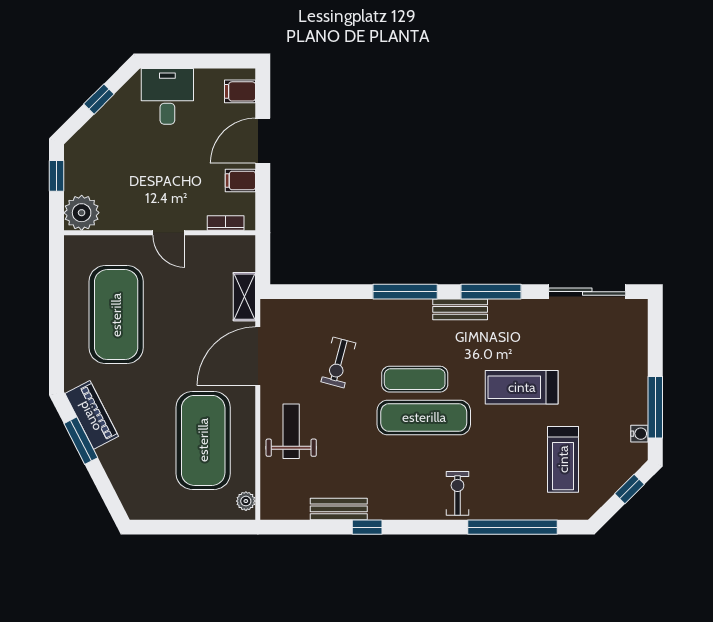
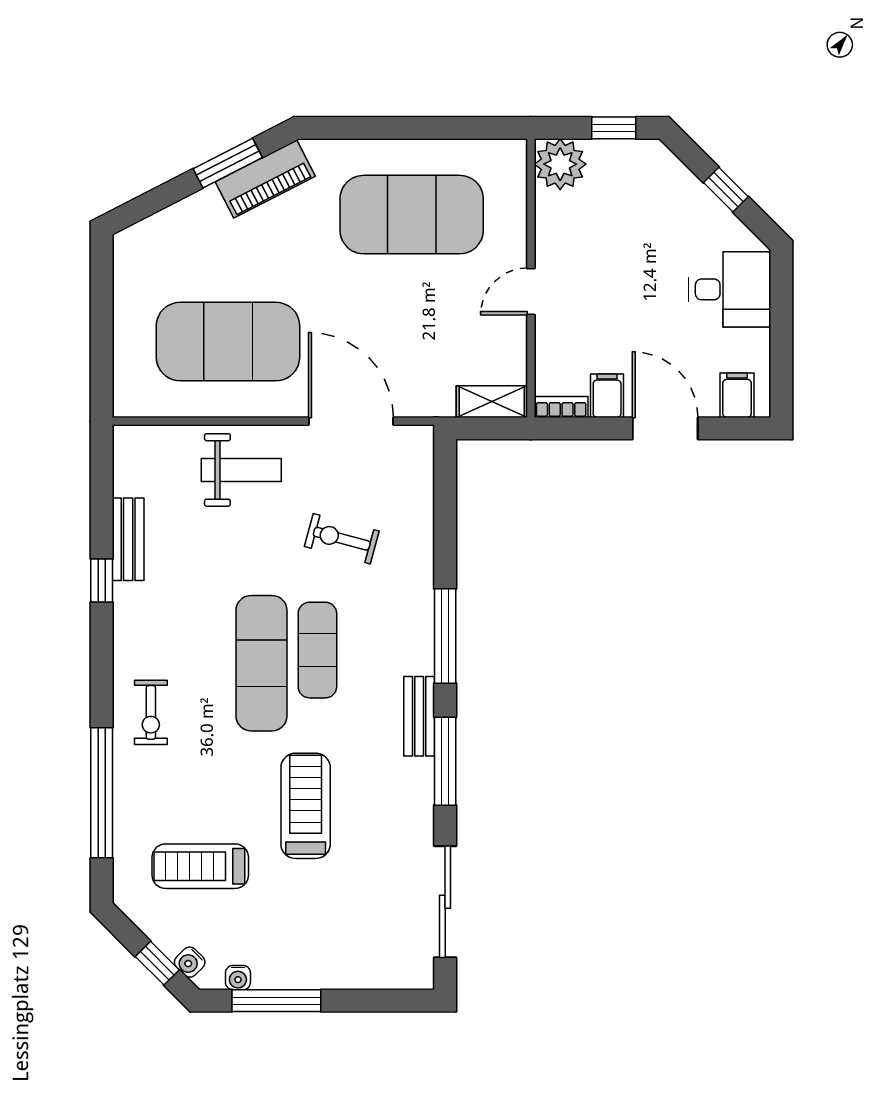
bookcase: (226, 223) -> (561, 407), moved, turned -90
shelving: (244, 297) -> (492, 402), moved
water cooler: (629, 467) -> (190, 962), added
exercise bike: (457, 493) -> (151, 712), turned 90
plant: (246, 501) -> (140, 404), removed

